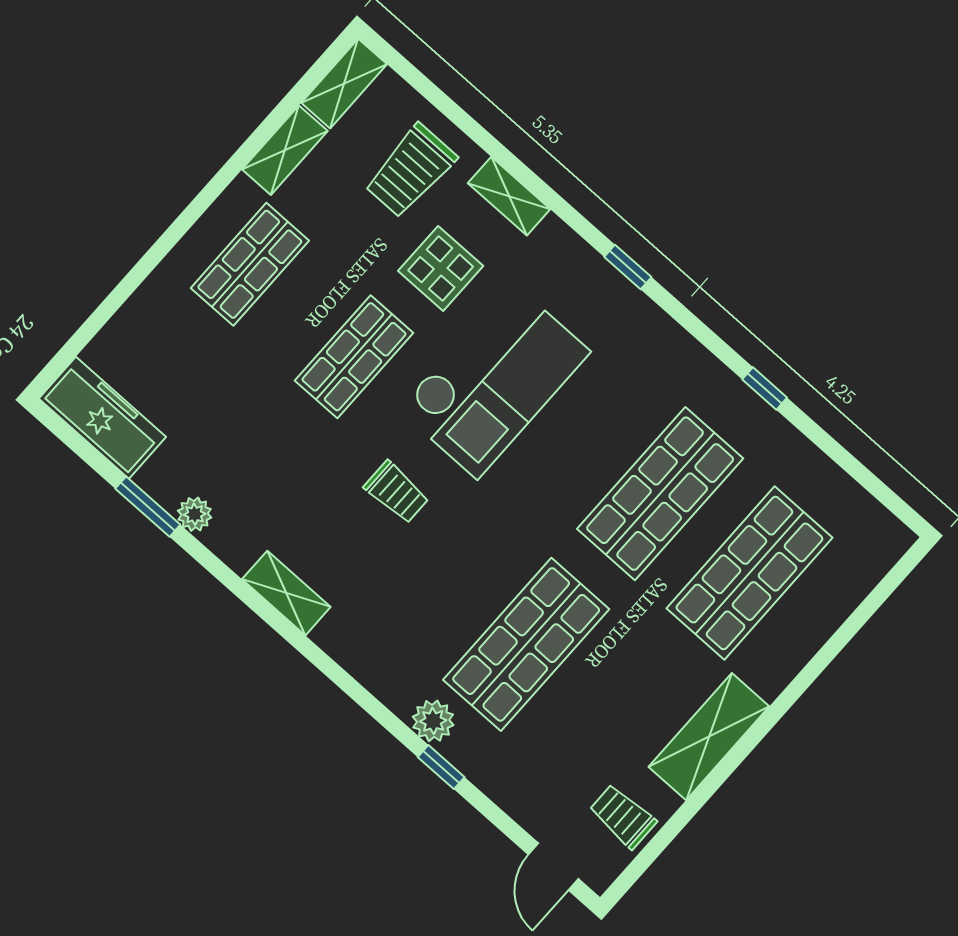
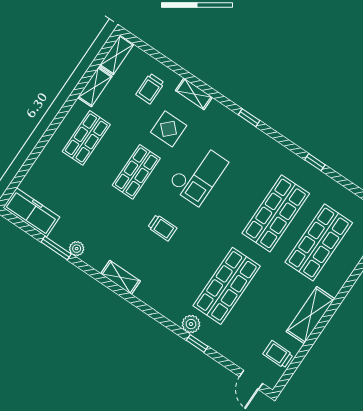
trolley: (411, 171) -> (150, 89), width x0.73, depth x0.72
checkout: (494, 380) -> (198, 174), width x0.73, depth x0.83

